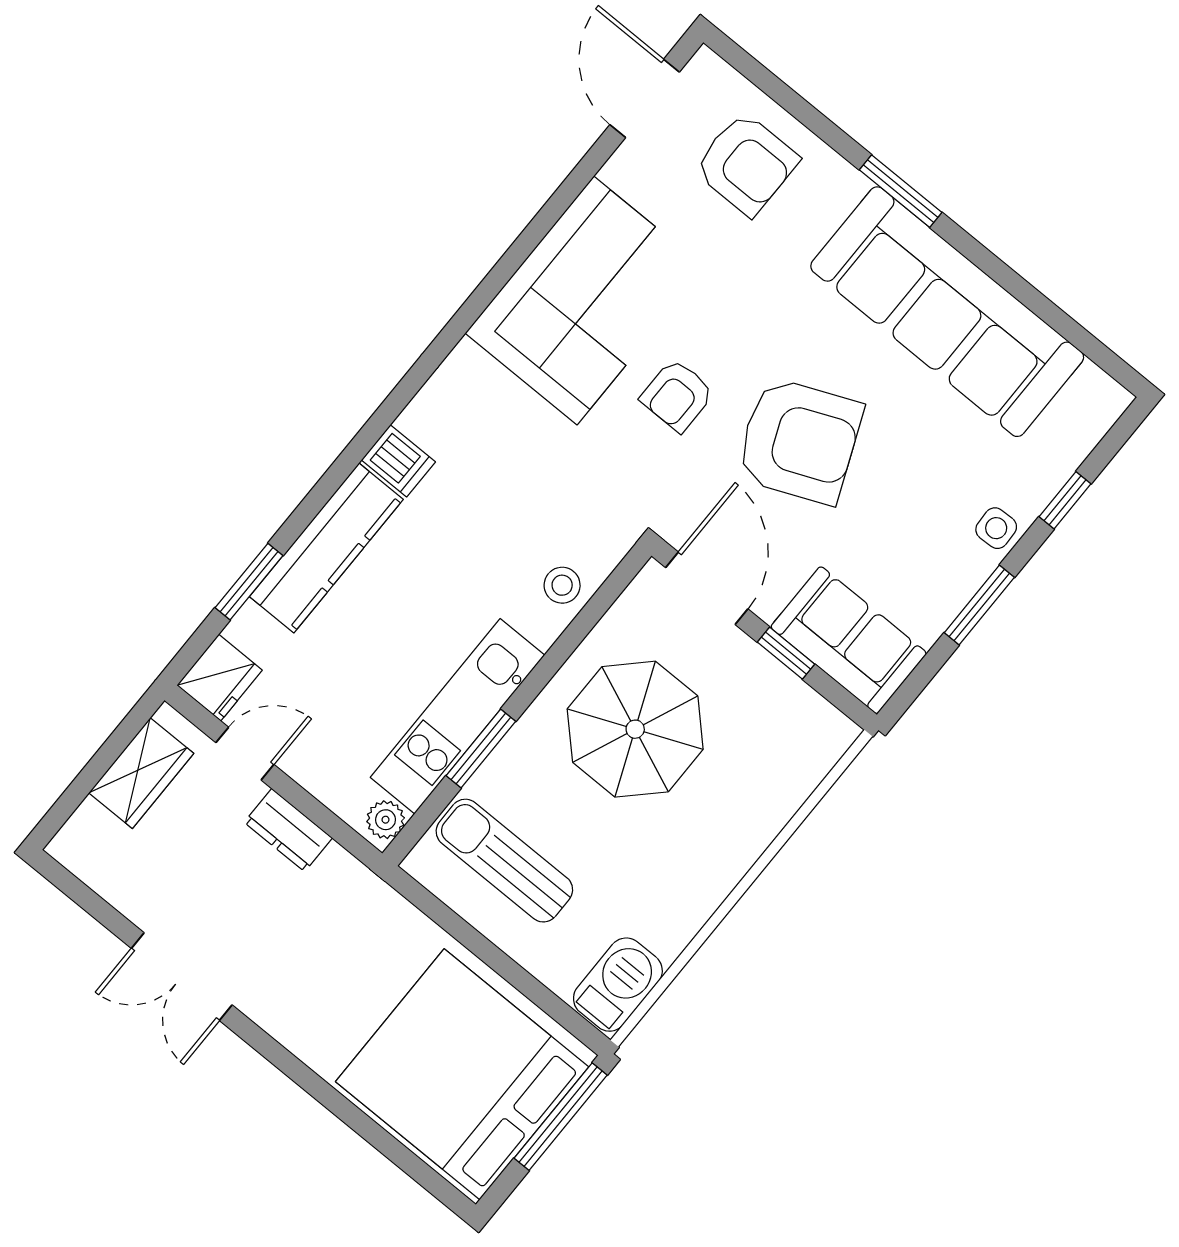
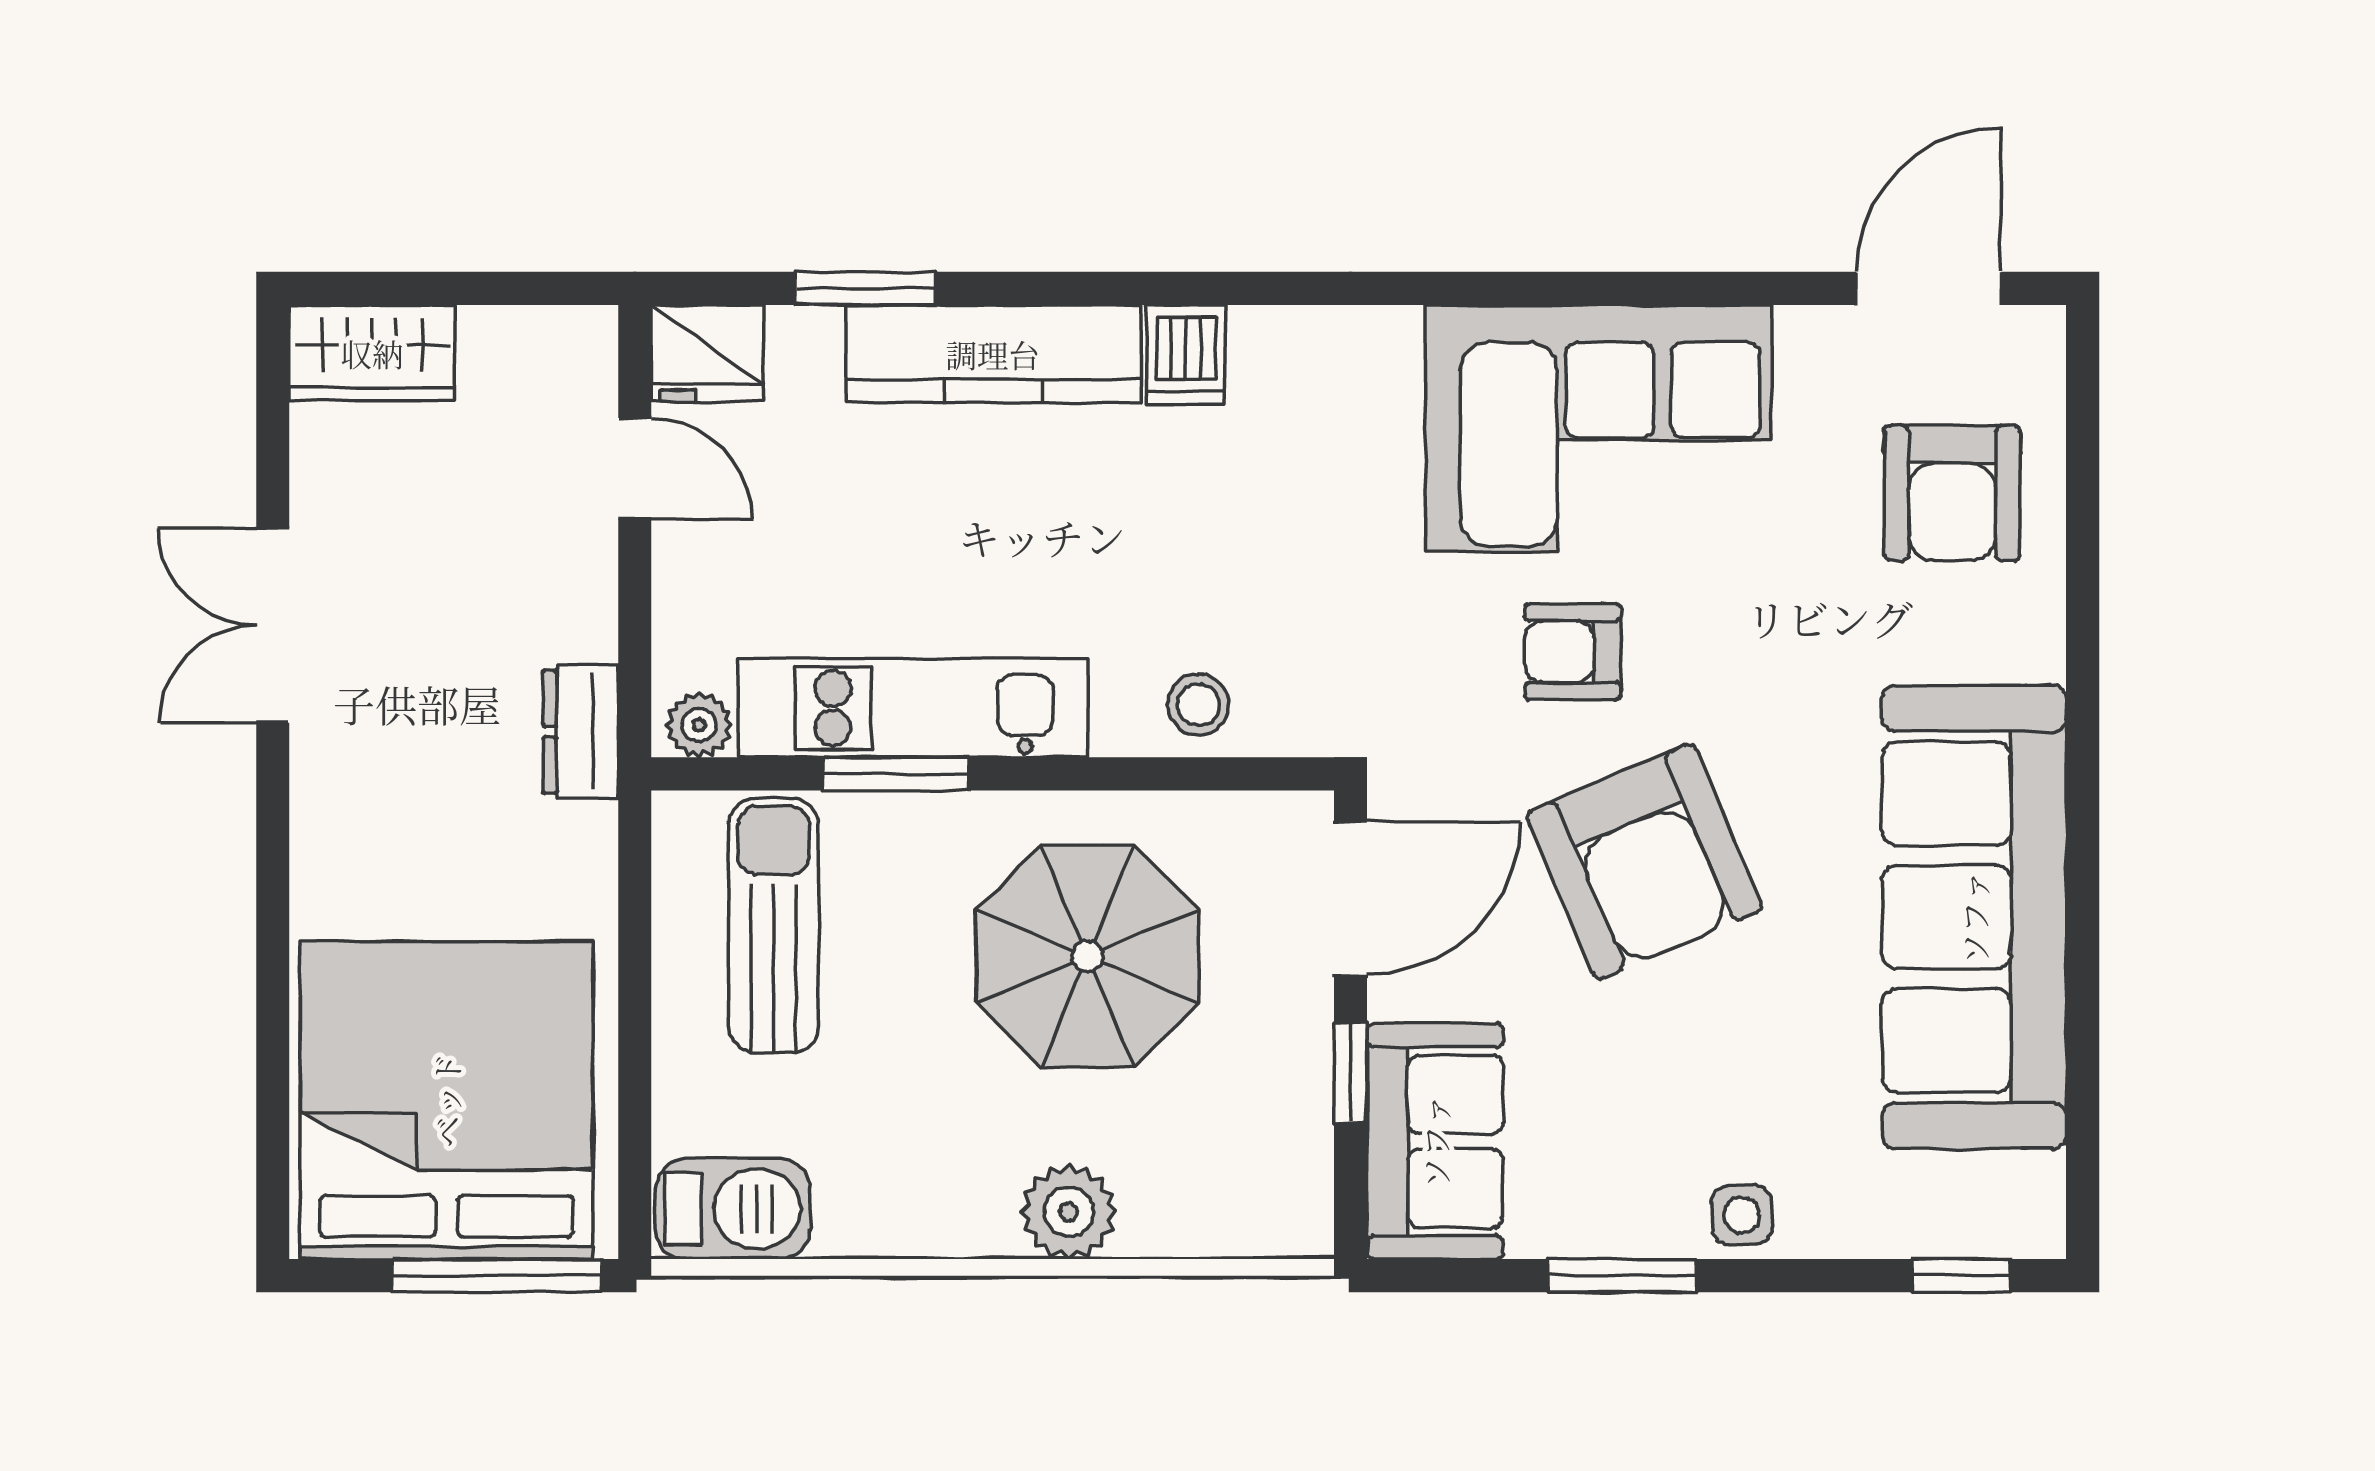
window: (901, 191) -> (2083, 726), removed
window: (1065, 500) -> (1961, 1276), moved
wardrobe: (141, 773) -> (372, 353), moved
dresser: (288, 830) -> (581, 732), moved
plant: (744, 833) -> (1069, 1212), added

